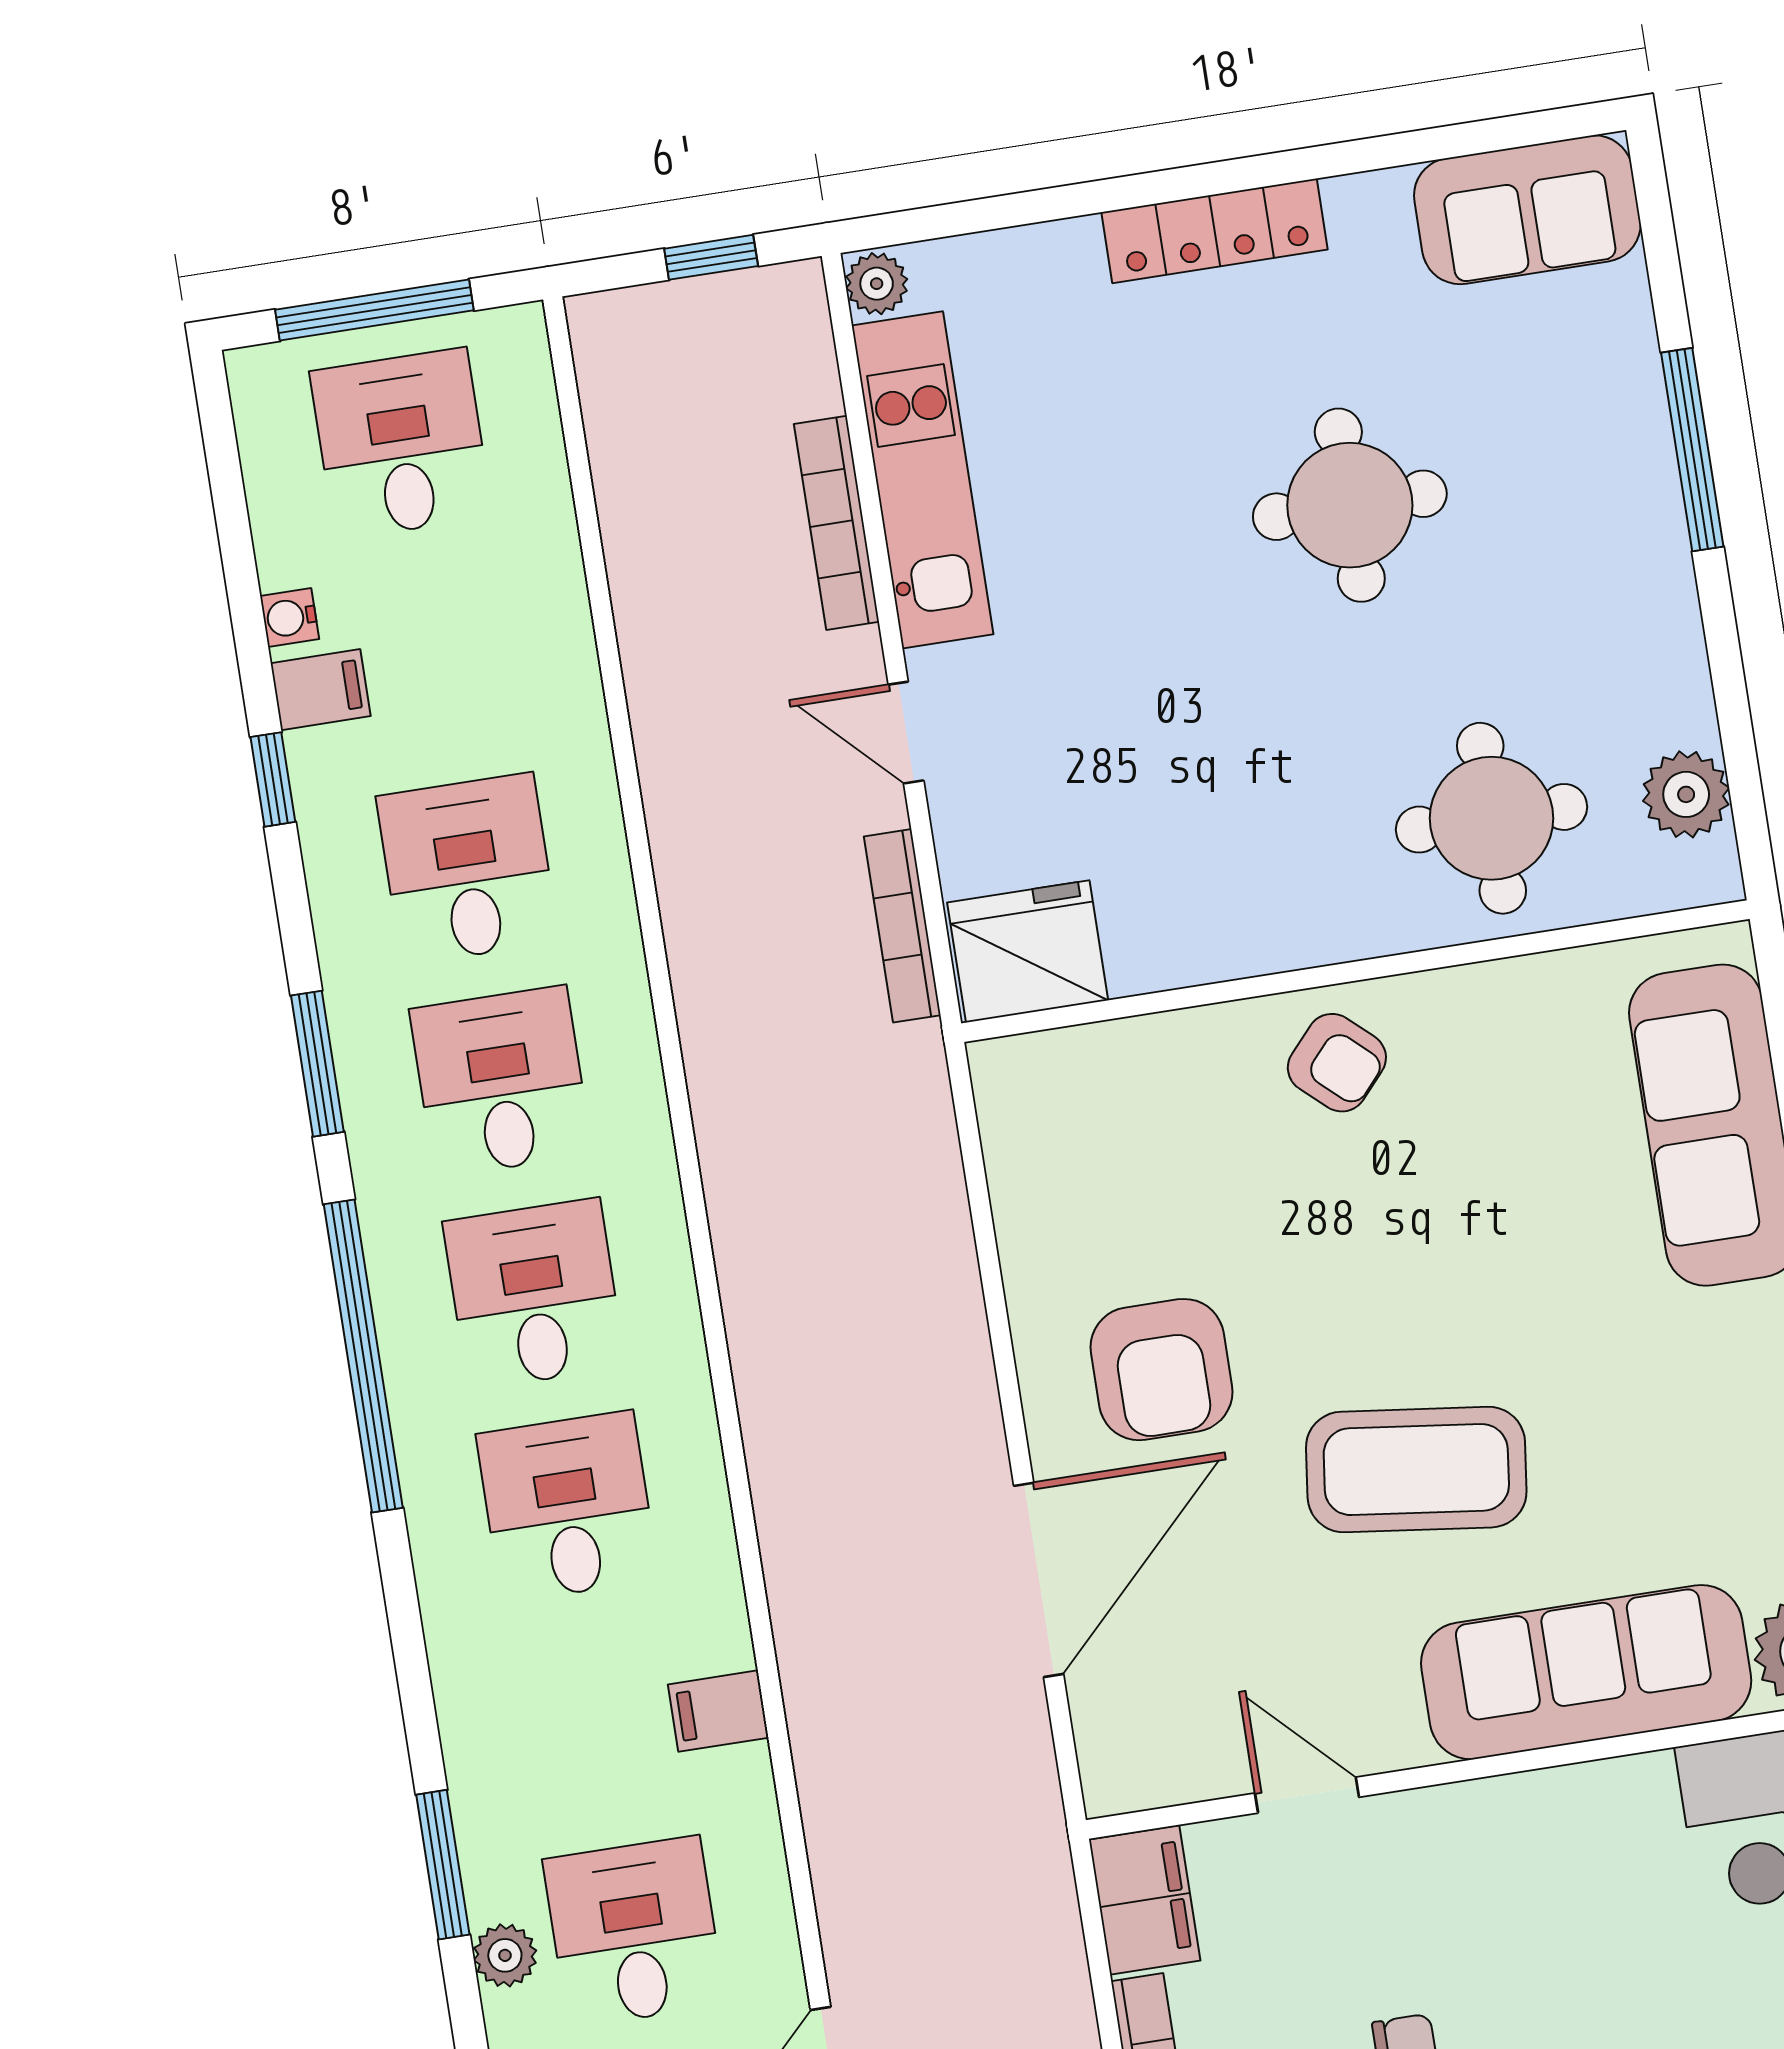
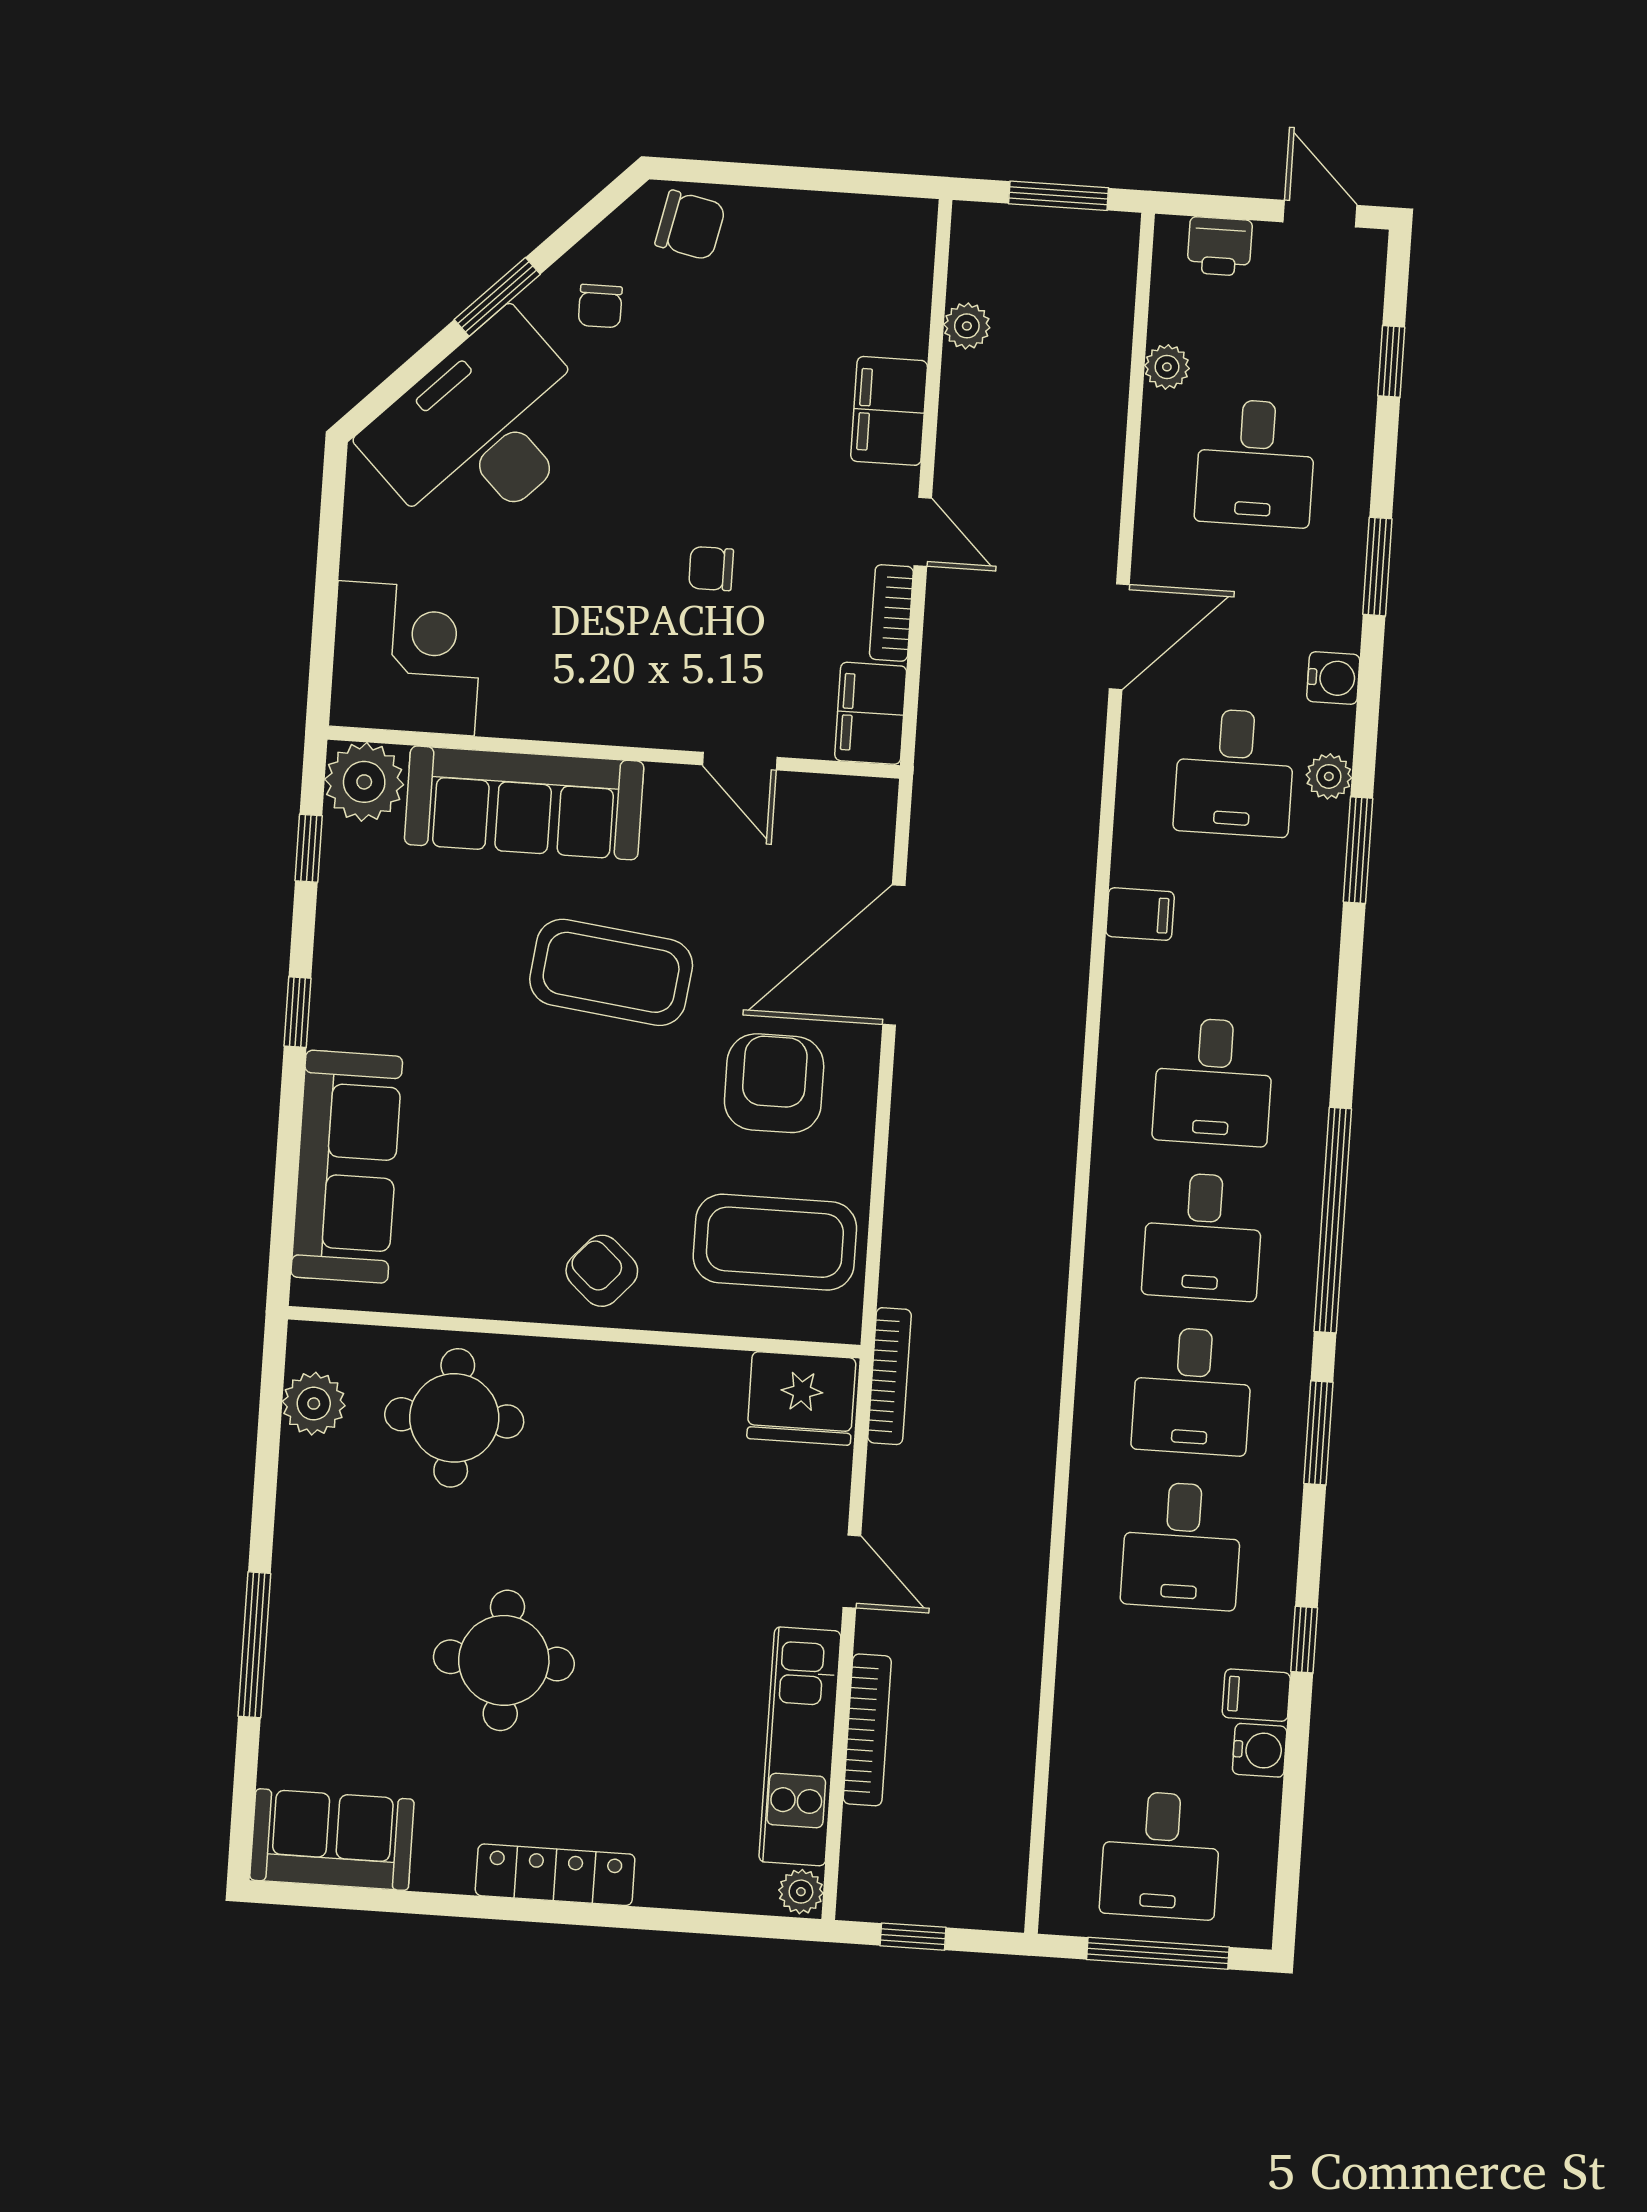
water cooler: (290, 618) -> (1260, 1750), width x1.38, depth x1.38
bookcase: (902, 926) -> (889, 1376), moved
coffee table: (1112, 1155) -> (775, 1242), added

